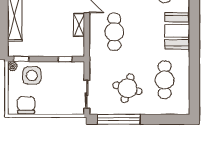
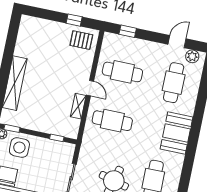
cafe table: (114, 32) -> (112, 121), turned 90

